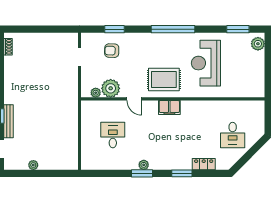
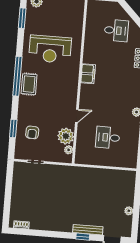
rug: (164, 80) -> (29, 84), moved, width x0.73, depth x0.70
filing cabinet: (169, 107) -> (88, 74), moved

